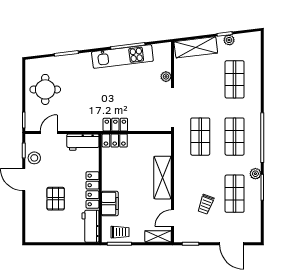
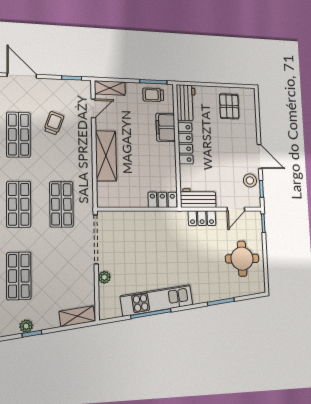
shelving: (196, 47) -> (77, 316), width x0.67, depth x0.75
locker: (115, 125) -> (202, 218), moved
pallet: (56, 199) -> (229, 106), moved

